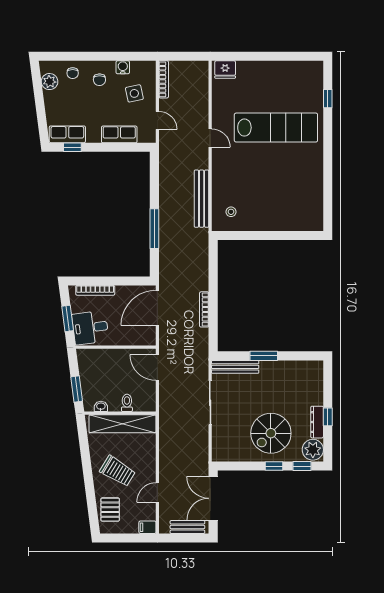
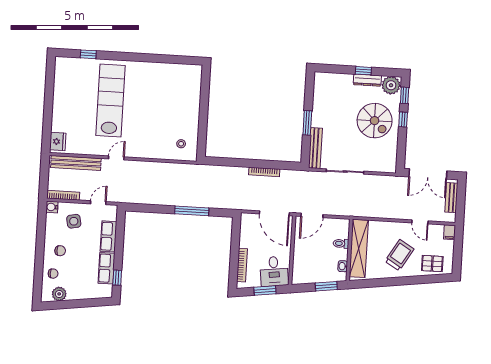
water cooler: (123, 67) -> (52, 207), moved
row of seats: (67, 134) -> (106, 268), moved
bench: (202, 199) -> (76, 163), moved
door: (157, 308) -> (274, 213), moved

